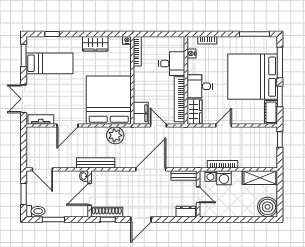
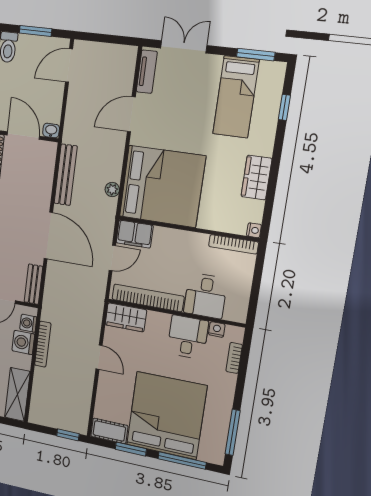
desk: (200, 86) -> (188, 337), moved
door: (67, 126) -> (131, 114), hinge flipped
plant: (115, 135) -> (112, 189), width x0.53, depth x0.53
bench: (96, 163) -> (66, 175), moved

